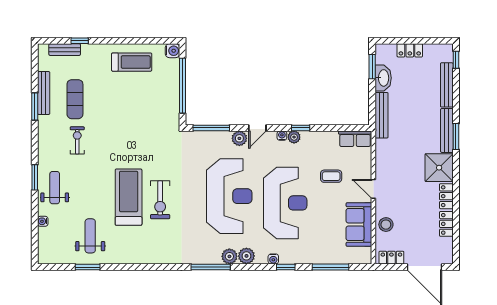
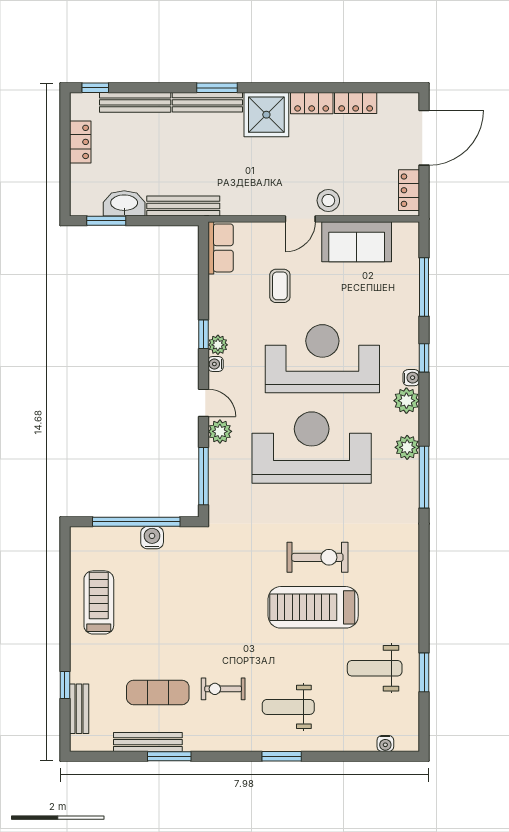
locker: (410, 50) -> (80, 142), moved
water cooler: (172, 51) -> (152, 538), moved
weight bench: (55, 188) -> (288, 707), moved
water cooler: (43, 221) -> (385, 744), moved
stool: (386, 225) -> (328, 200), moved
plant: (246, 256) -> (406, 401), moved

